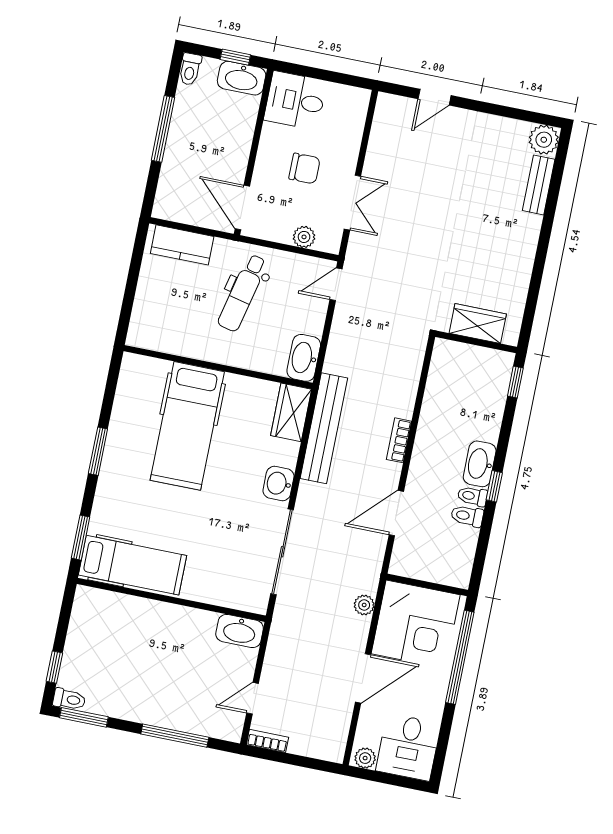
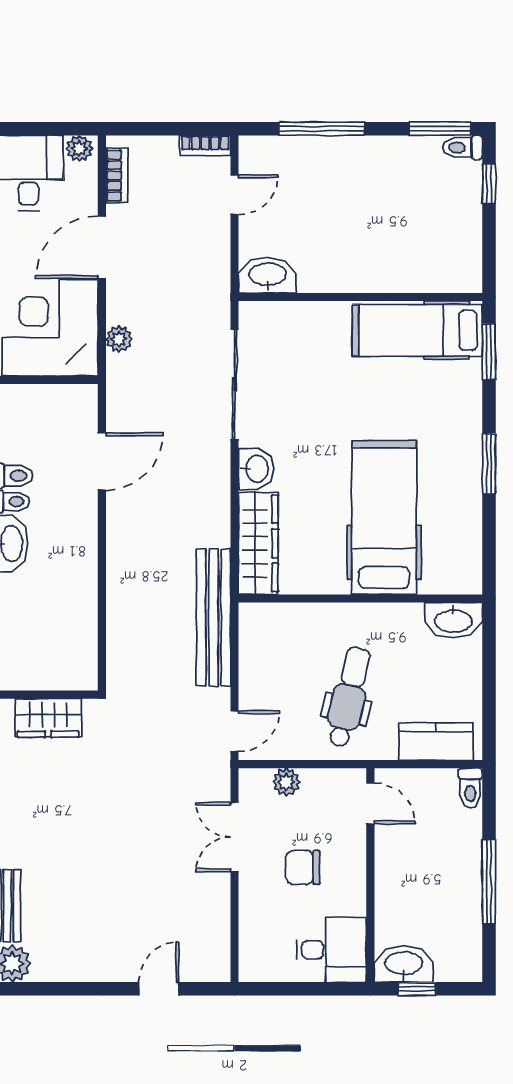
toilet: (190, 69) -> (470, 788), moved, turned 180
door: (242, 207) -> (370, 803), width x0.73
washbasin: (304, 358) -> (453, 620), moved, turned 90
wardrobe: (291, 412) -> (258, 543), width x1.50
bench: (324, 428) -> (213, 617), moved
bookcase: (399, 440) -> (117, 175), moved

